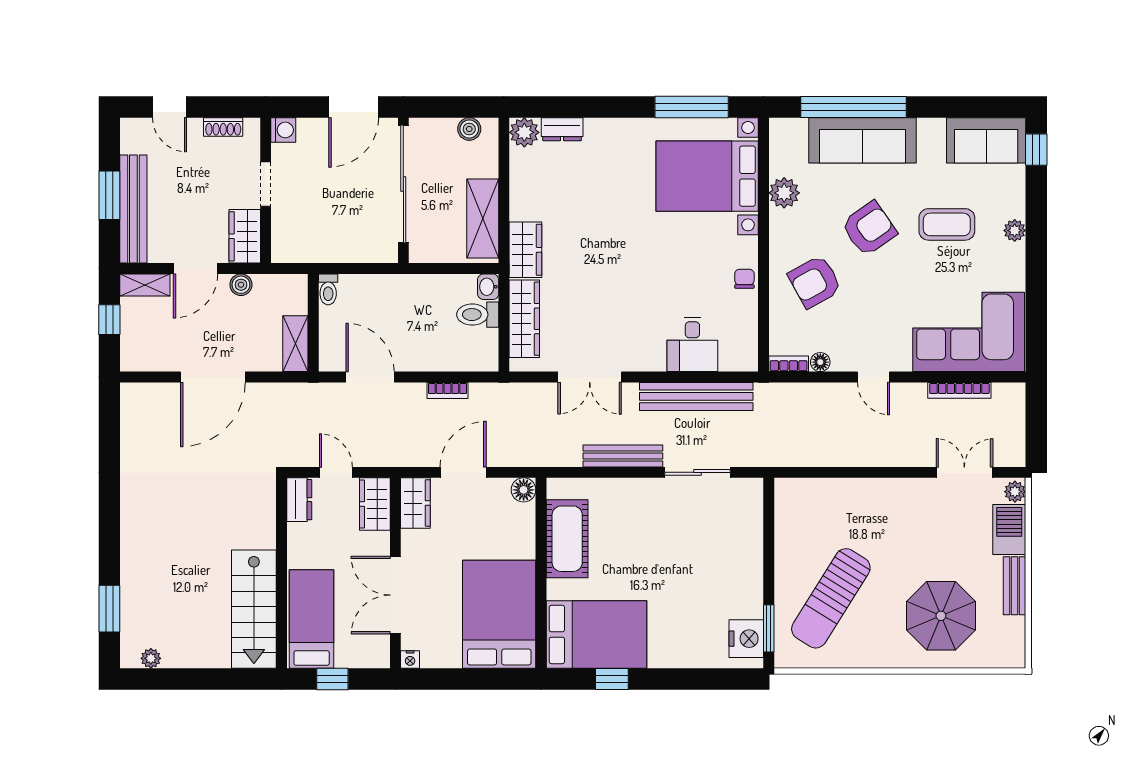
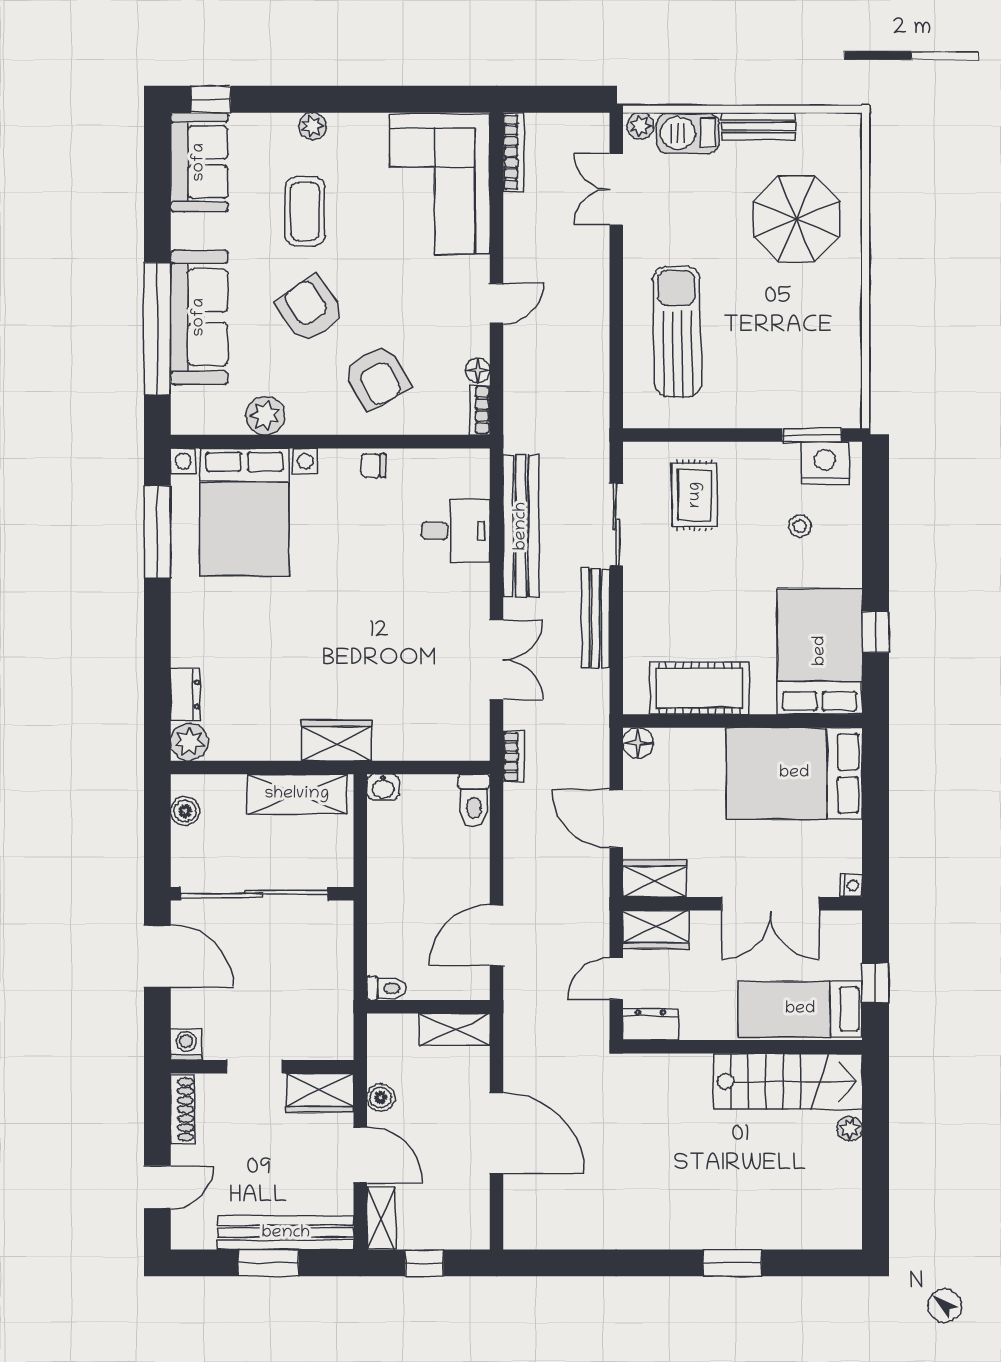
shoe rack: (223, 127) -> (183, 1109), width x1.43
toilet: (478, 315) -> (474, 800), moved
wardrobe: (524, 319) -> (423, 742), removed
bookcase: (448, 390) -> (513, 757), moved
bookcase: (959, 390) -> (513, 152), moved
rug: (721, 535) -> (695, 495), added
sun lounger: (831, 598) -> (677, 332), moved, turned -123
window: (109, 609) -> (732, 1263), moved
stool: (696, 619) -> (800, 526), added
plant: (151, 658) -> (850, 1129), moved

